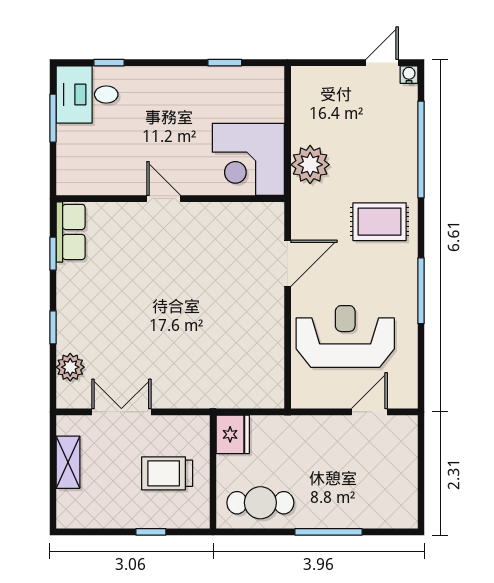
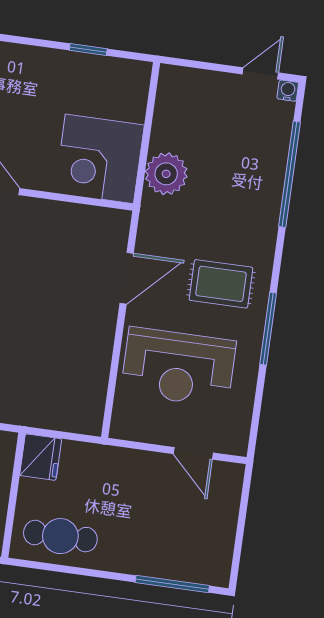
rug: (380, 222) -> (221, 284), moved
reception desk: (345, 336) -> (178, 367), turned 180
door: (369, 412) -> (193, 453), swing flipped
window: (328, 532) -> (172, 584), moved

